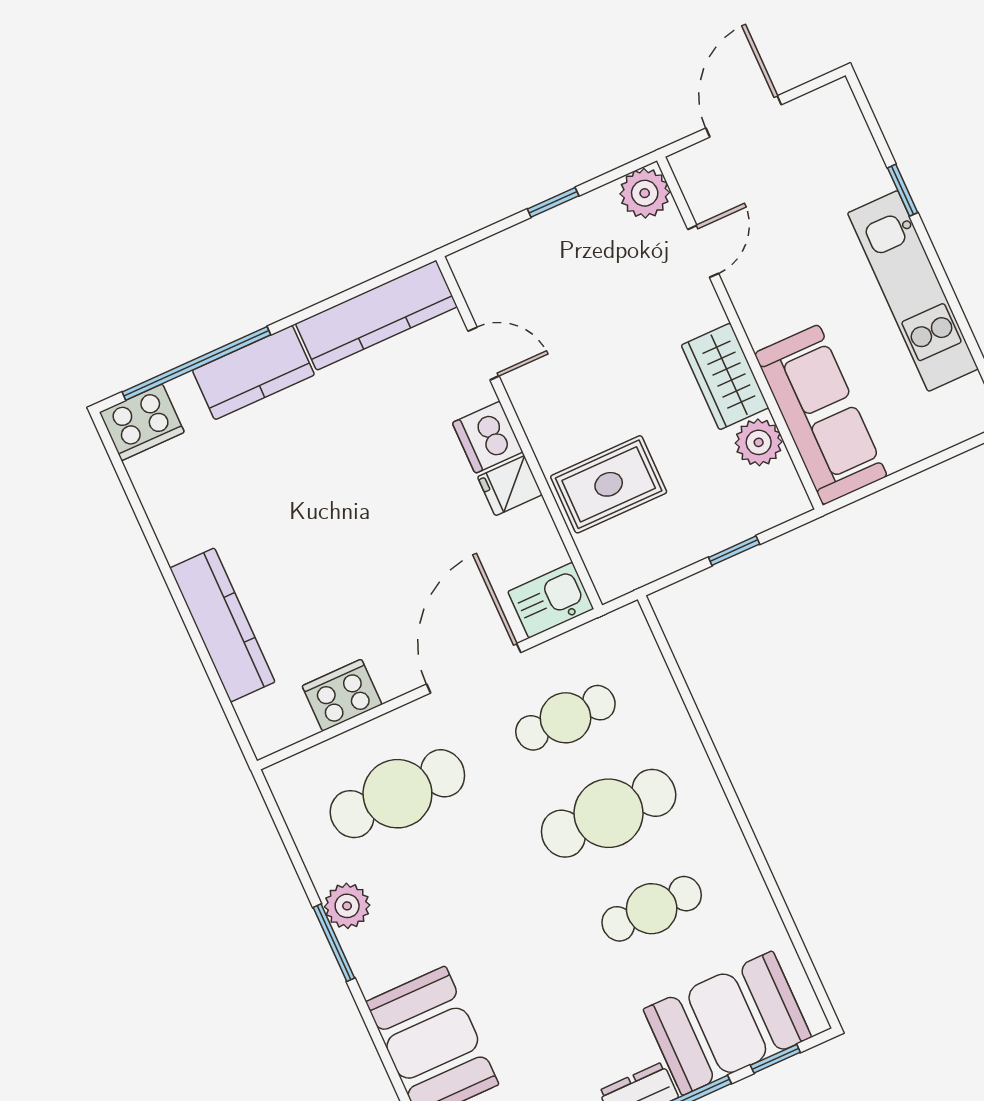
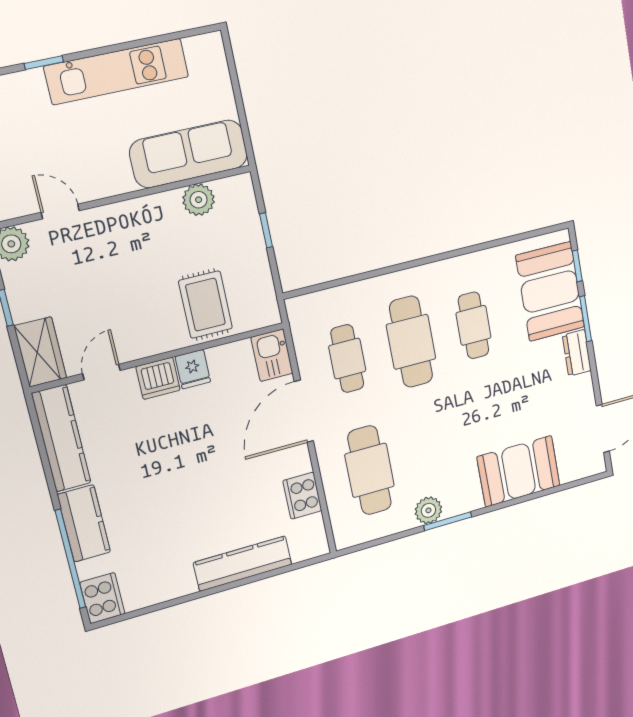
wardrobe: (725, 376) -> (40, 352), moved, turned -90
door: (474, 668) -> (304, 411), hinge flipped

